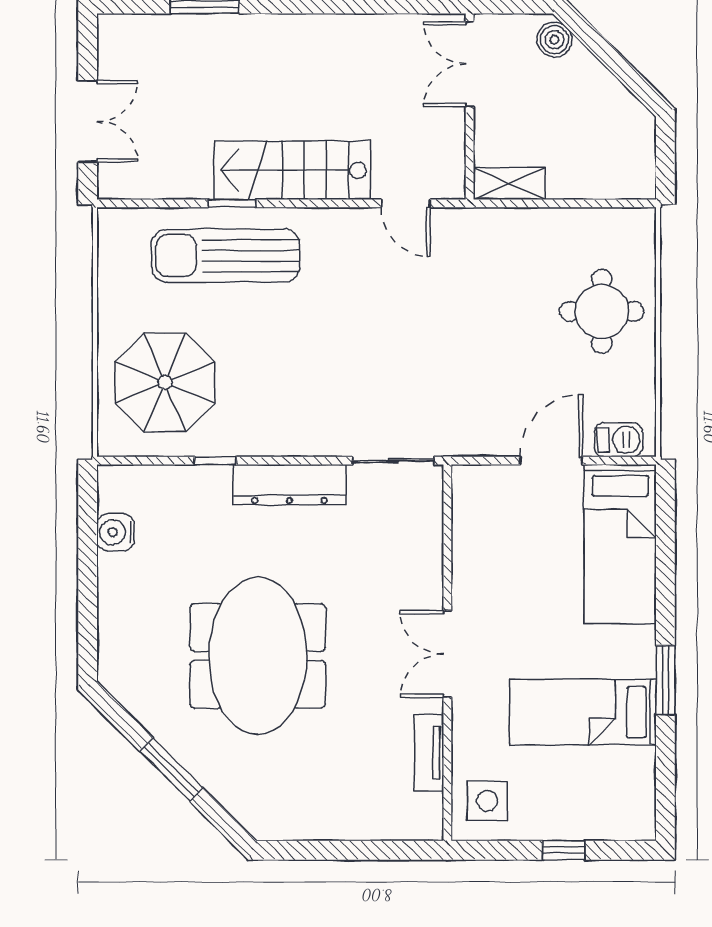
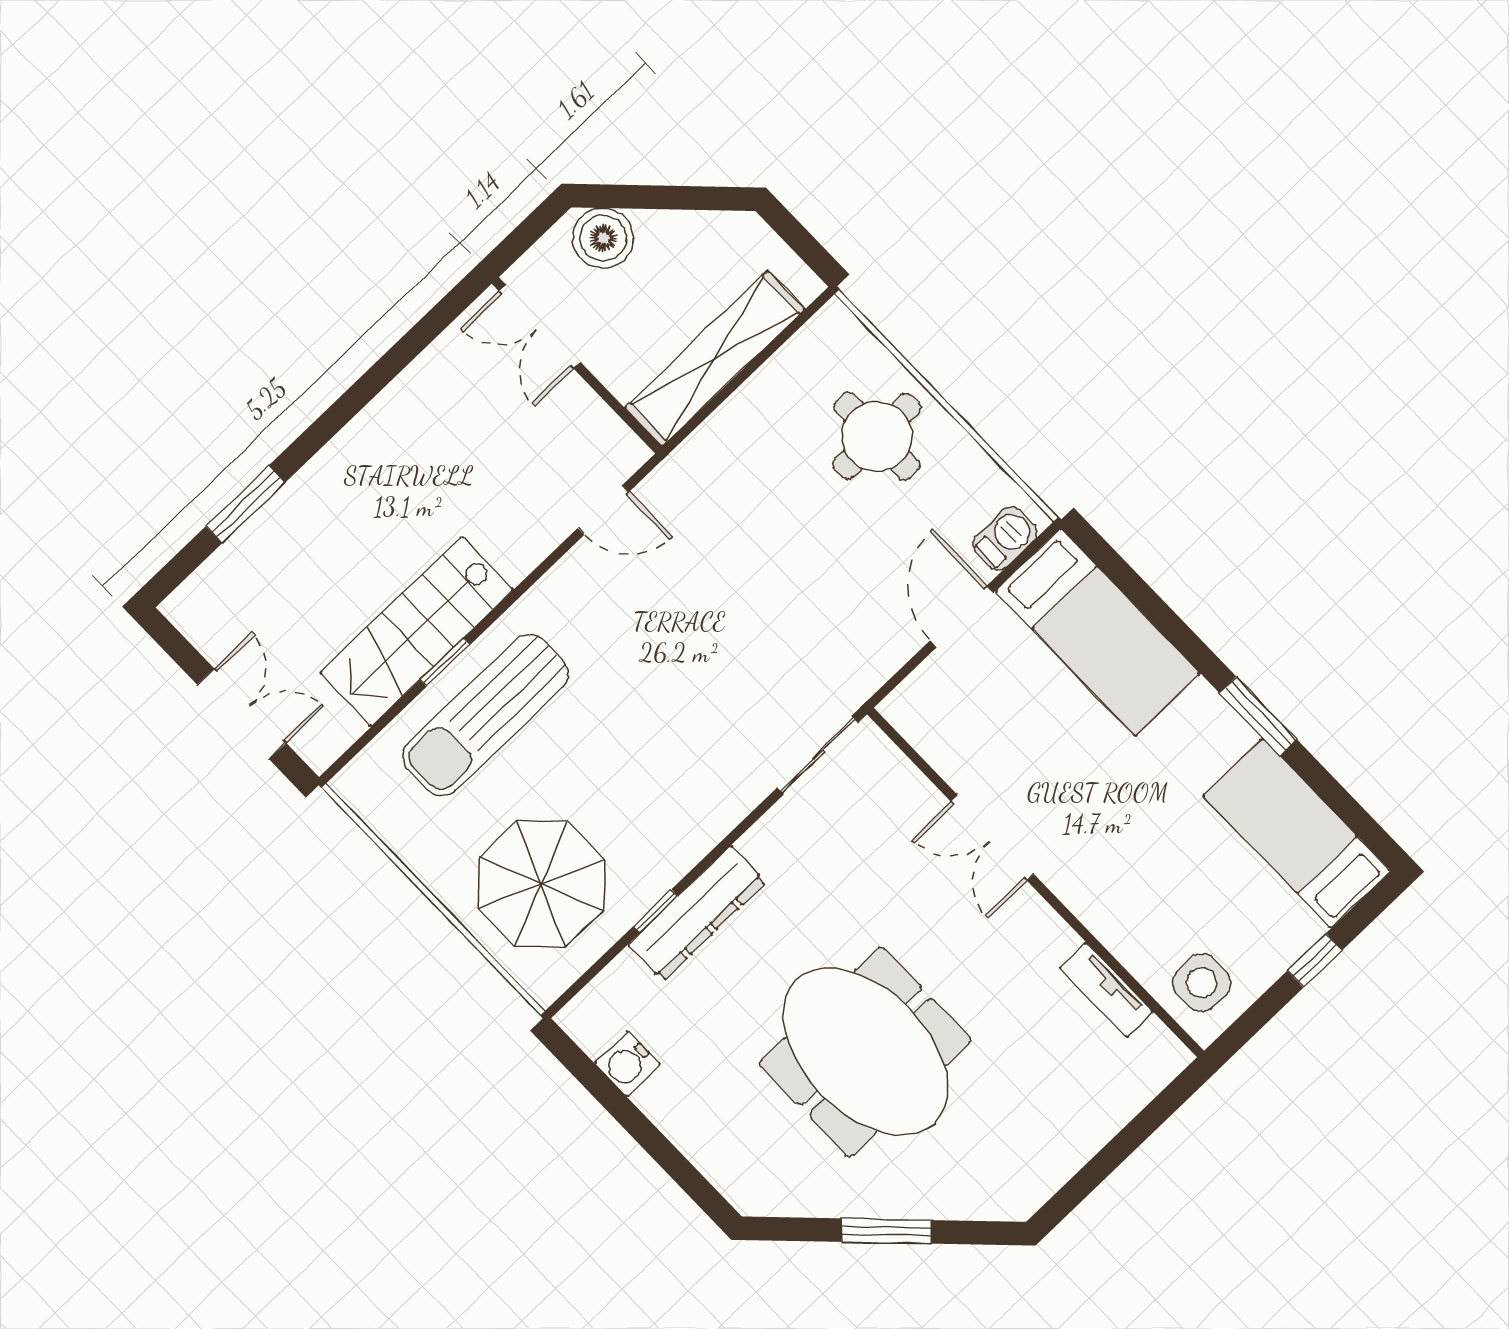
boiler: (554, 40) -> (603, 238), width x1.36, depth x1.36
stairs: (292, 170) -> (417, 631), moved
shelving: (509, 184) -> (715, 359), width x2.20, depth x1.33
dresser: (290, 485) -> (697, 913), moved
double door: (447, 654) -> (992, 838), moved
bed: (583, 712) -> (1297, 833), moved, turned 90

